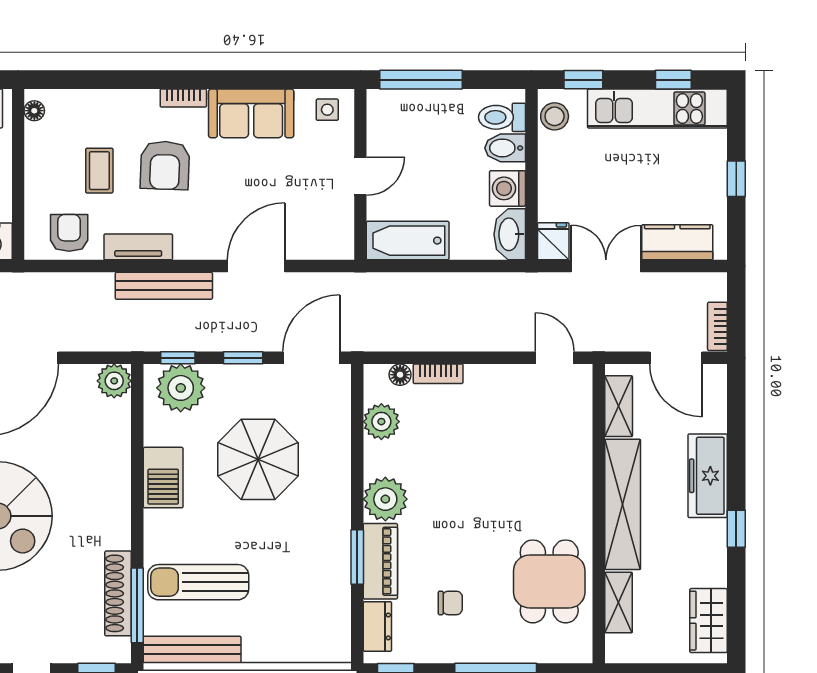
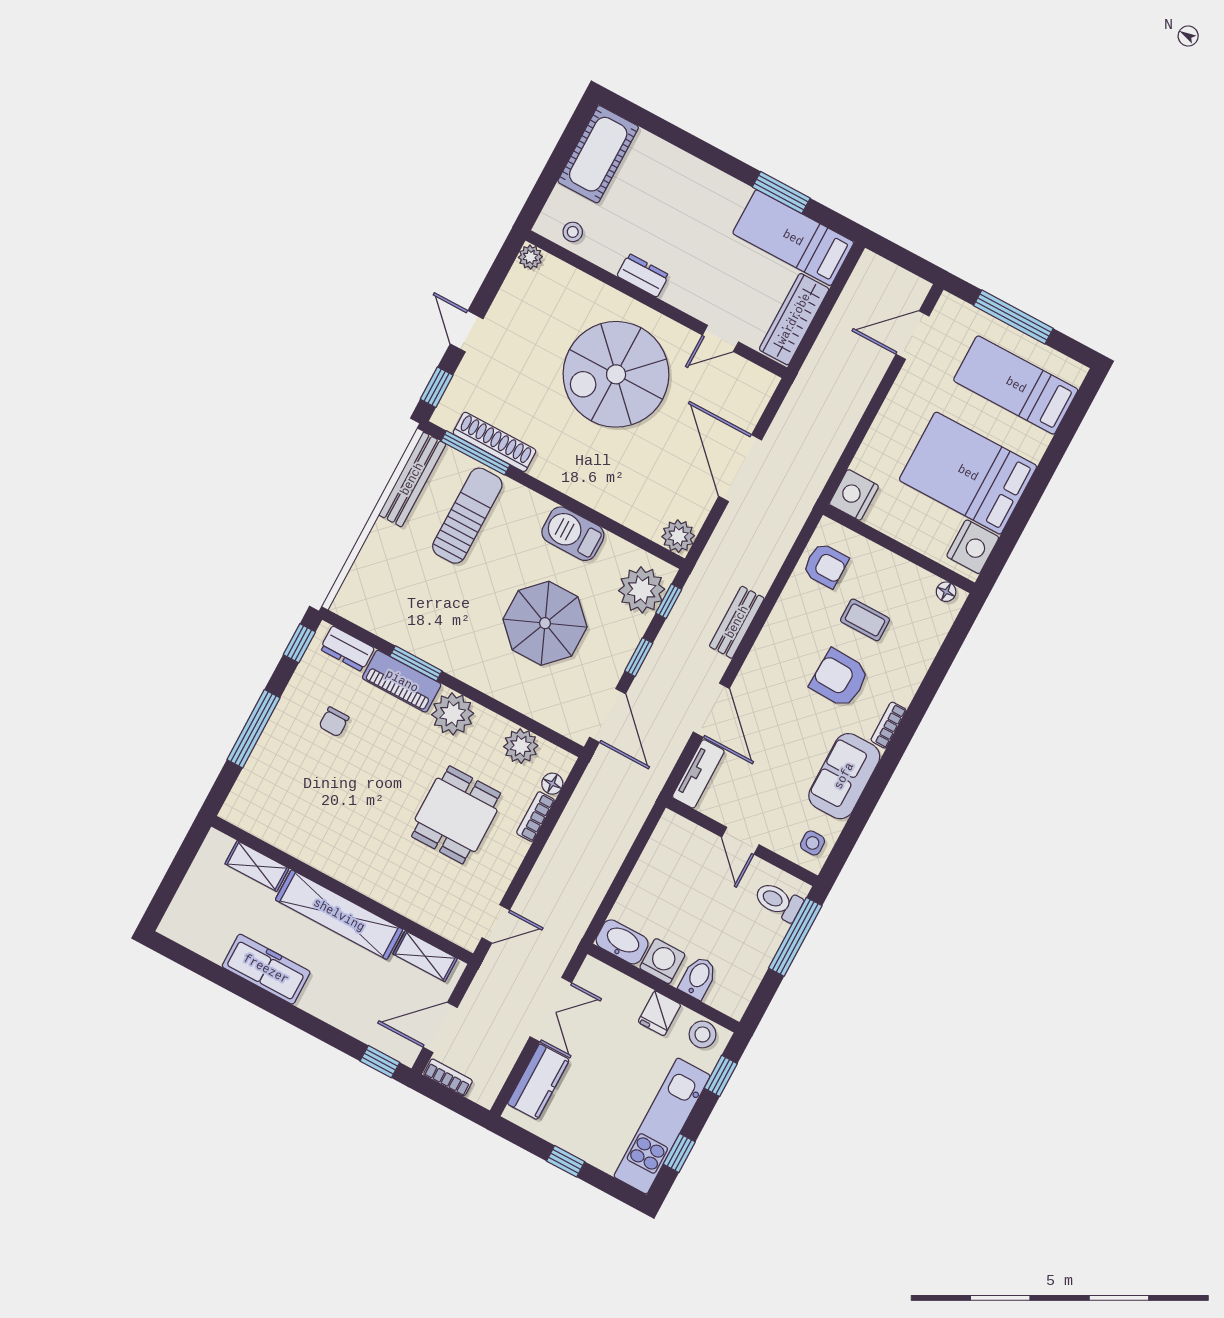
toilet: (502, 117) -> (778, 901), moved, turned -90
bathtub: (408, 241) -> (664, 852), removed
fridge: (553, 241) -> (659, 1013), moved, turned 90
tv unit: (138, 247) -> (698, 774), moved
bench: (164, 286) -> (737, 622), width x0.73
freezer: (708, 476) -> (266, 969), moved
window: (736, 529) -> (380, 1062), moved
dining table: (549, 581) -> (456, 815), moved, turned 90
wardrobe: (708, 621) -> (200, 935), removed

